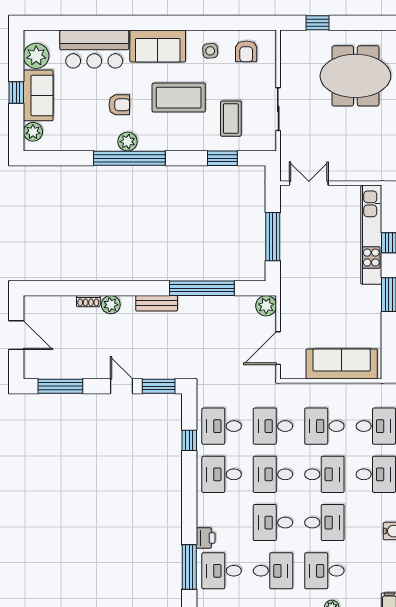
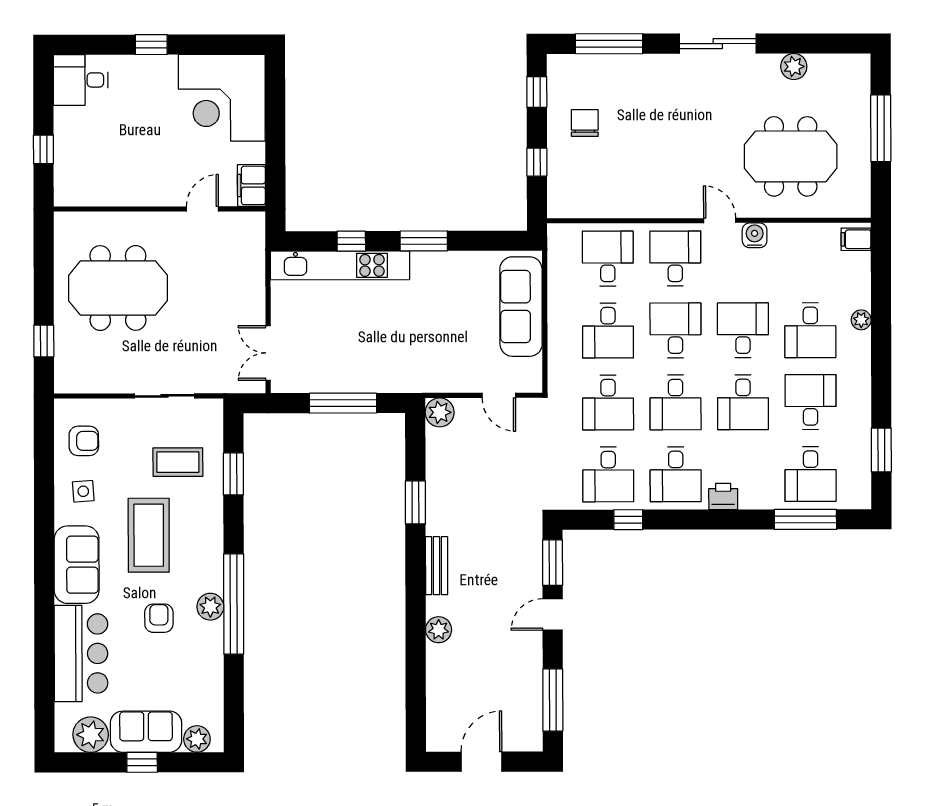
meeting table: (355, 76) -> (118, 288), turned 90
window: (202, 288) -> (415, 502), width x0.47
shoe rack: (88, 301) -> (434, 661), removed
door: (278, 348) -> (499, 395), width x0.73
printer: (206, 538) -> (723, 496), moved

